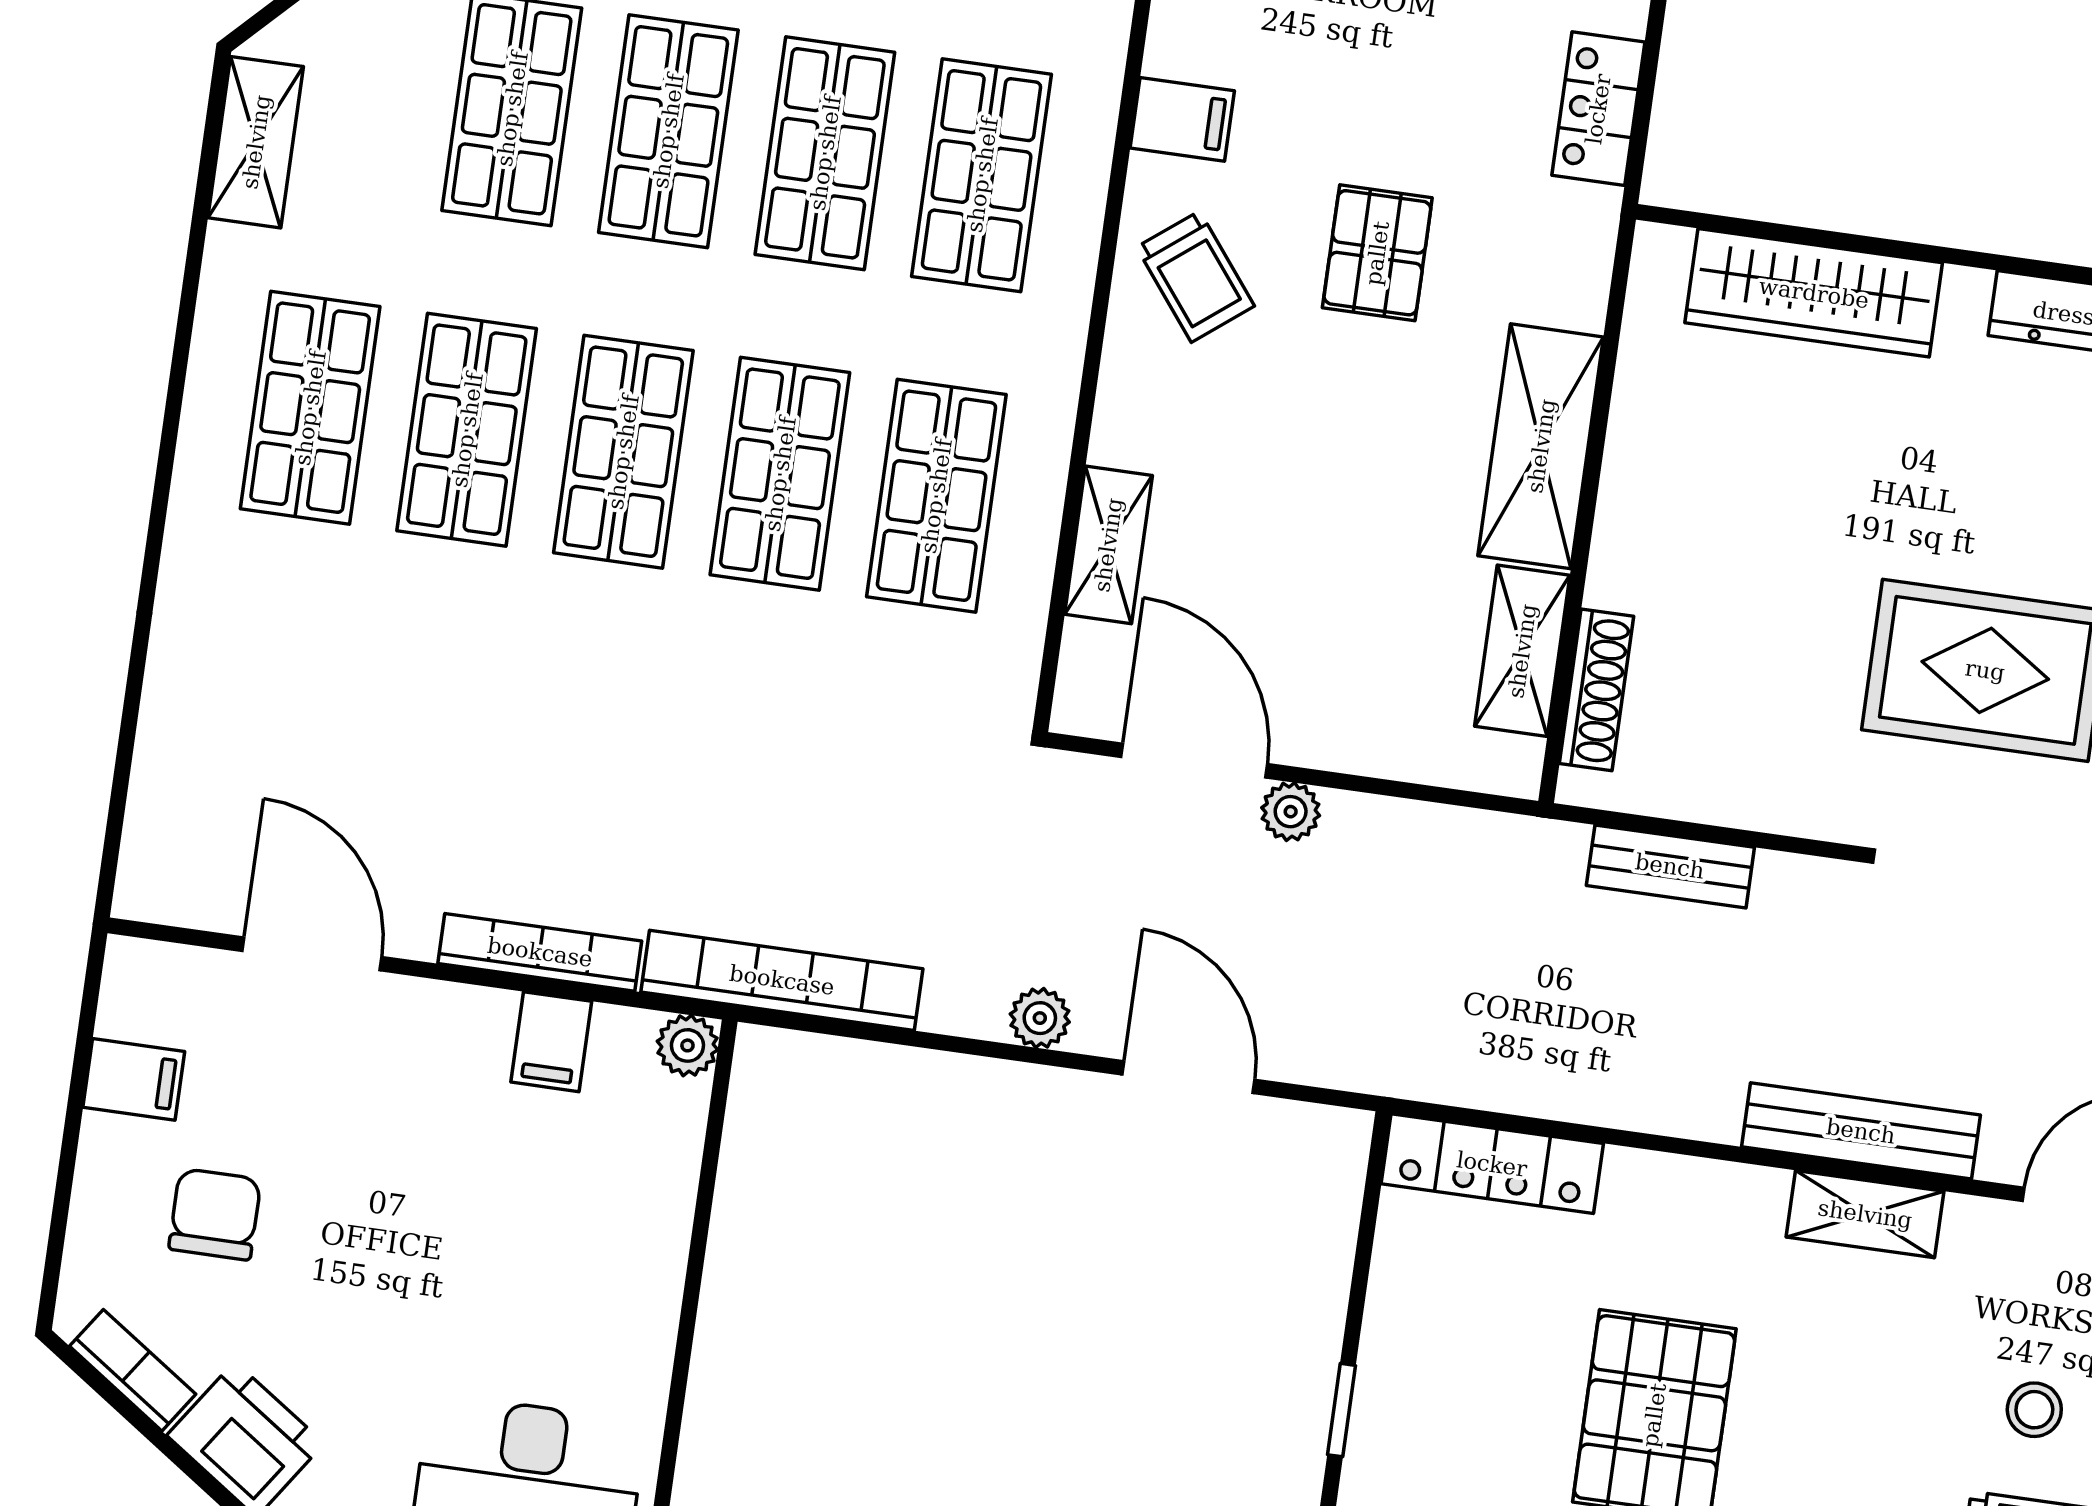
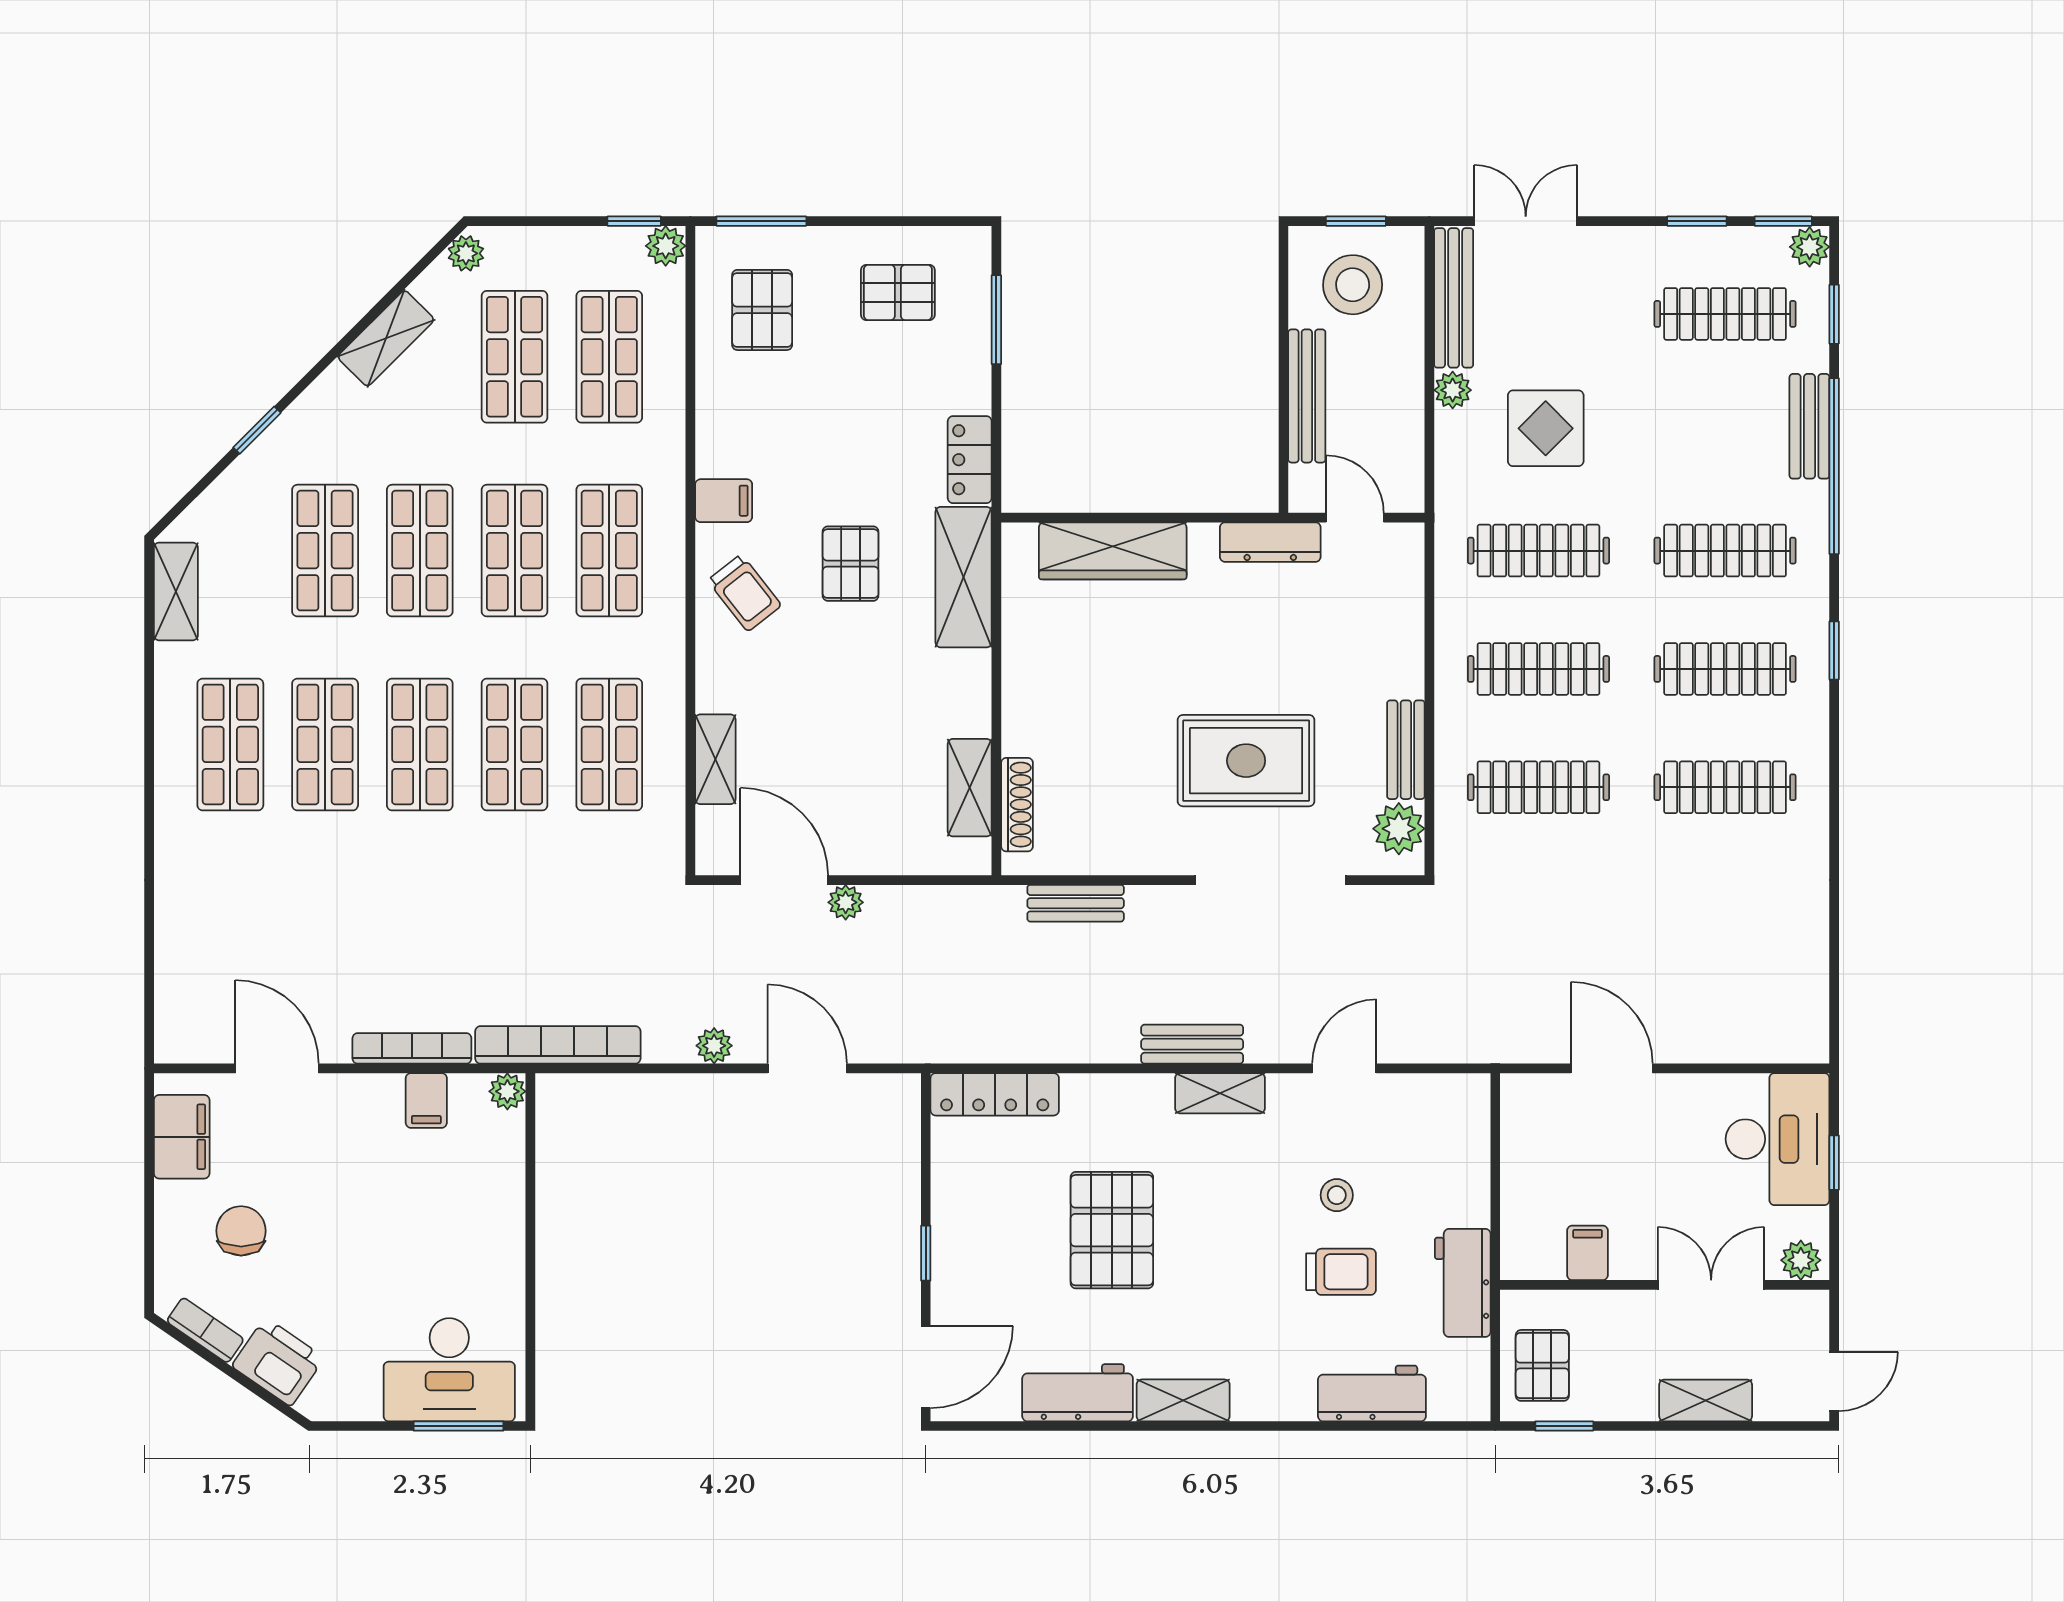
shelving: (1541, 446) -> (964, 577), moved
filing cabinet: (134, 1079) -> (182, 1137), width x2.00
bench: (1861, 1131) -> (1192, 1044), width x0.73

